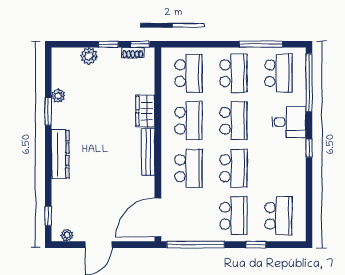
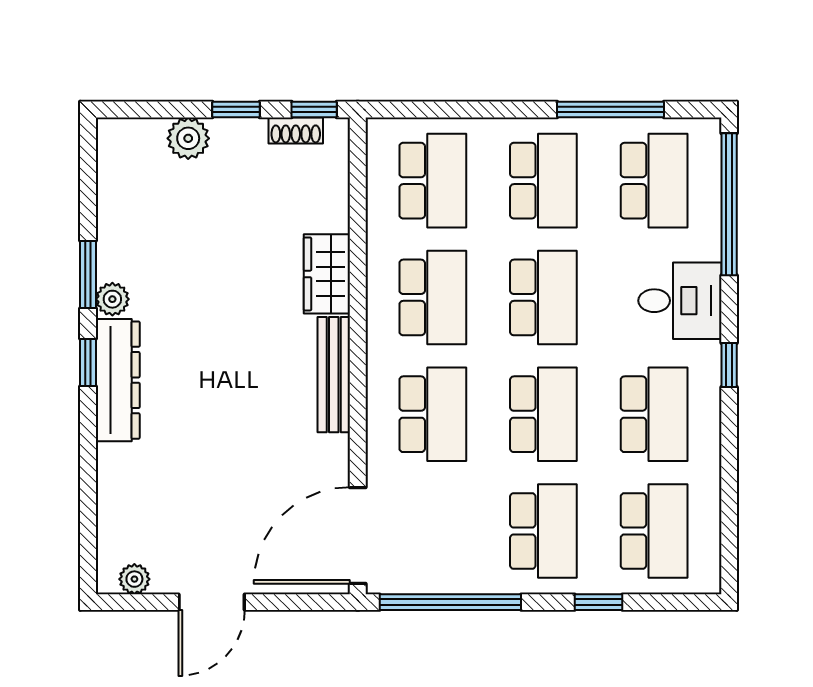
plant: (58, 96) -> (112, 299), moved
school desk: (278, 168) -> (654, 414), added
window: (48, 216) -> (88, 363), moved

